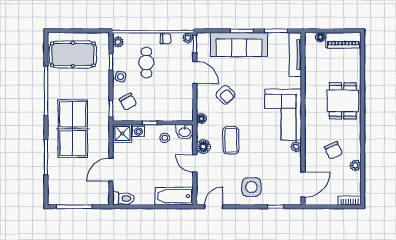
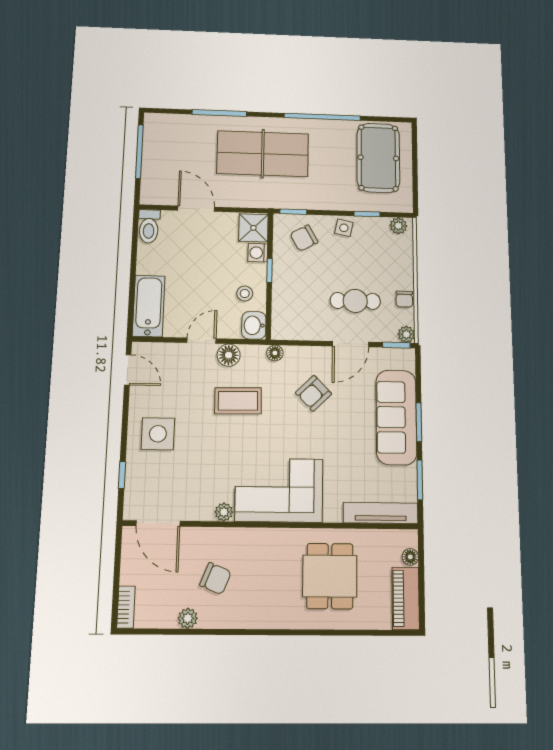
cafe table: (146, 63) -> (355, 301), moved
dining table: (343, 101) -> (330, 576), moved, turned 90
chair: (333, 150) -> (215, 578), turned -134

